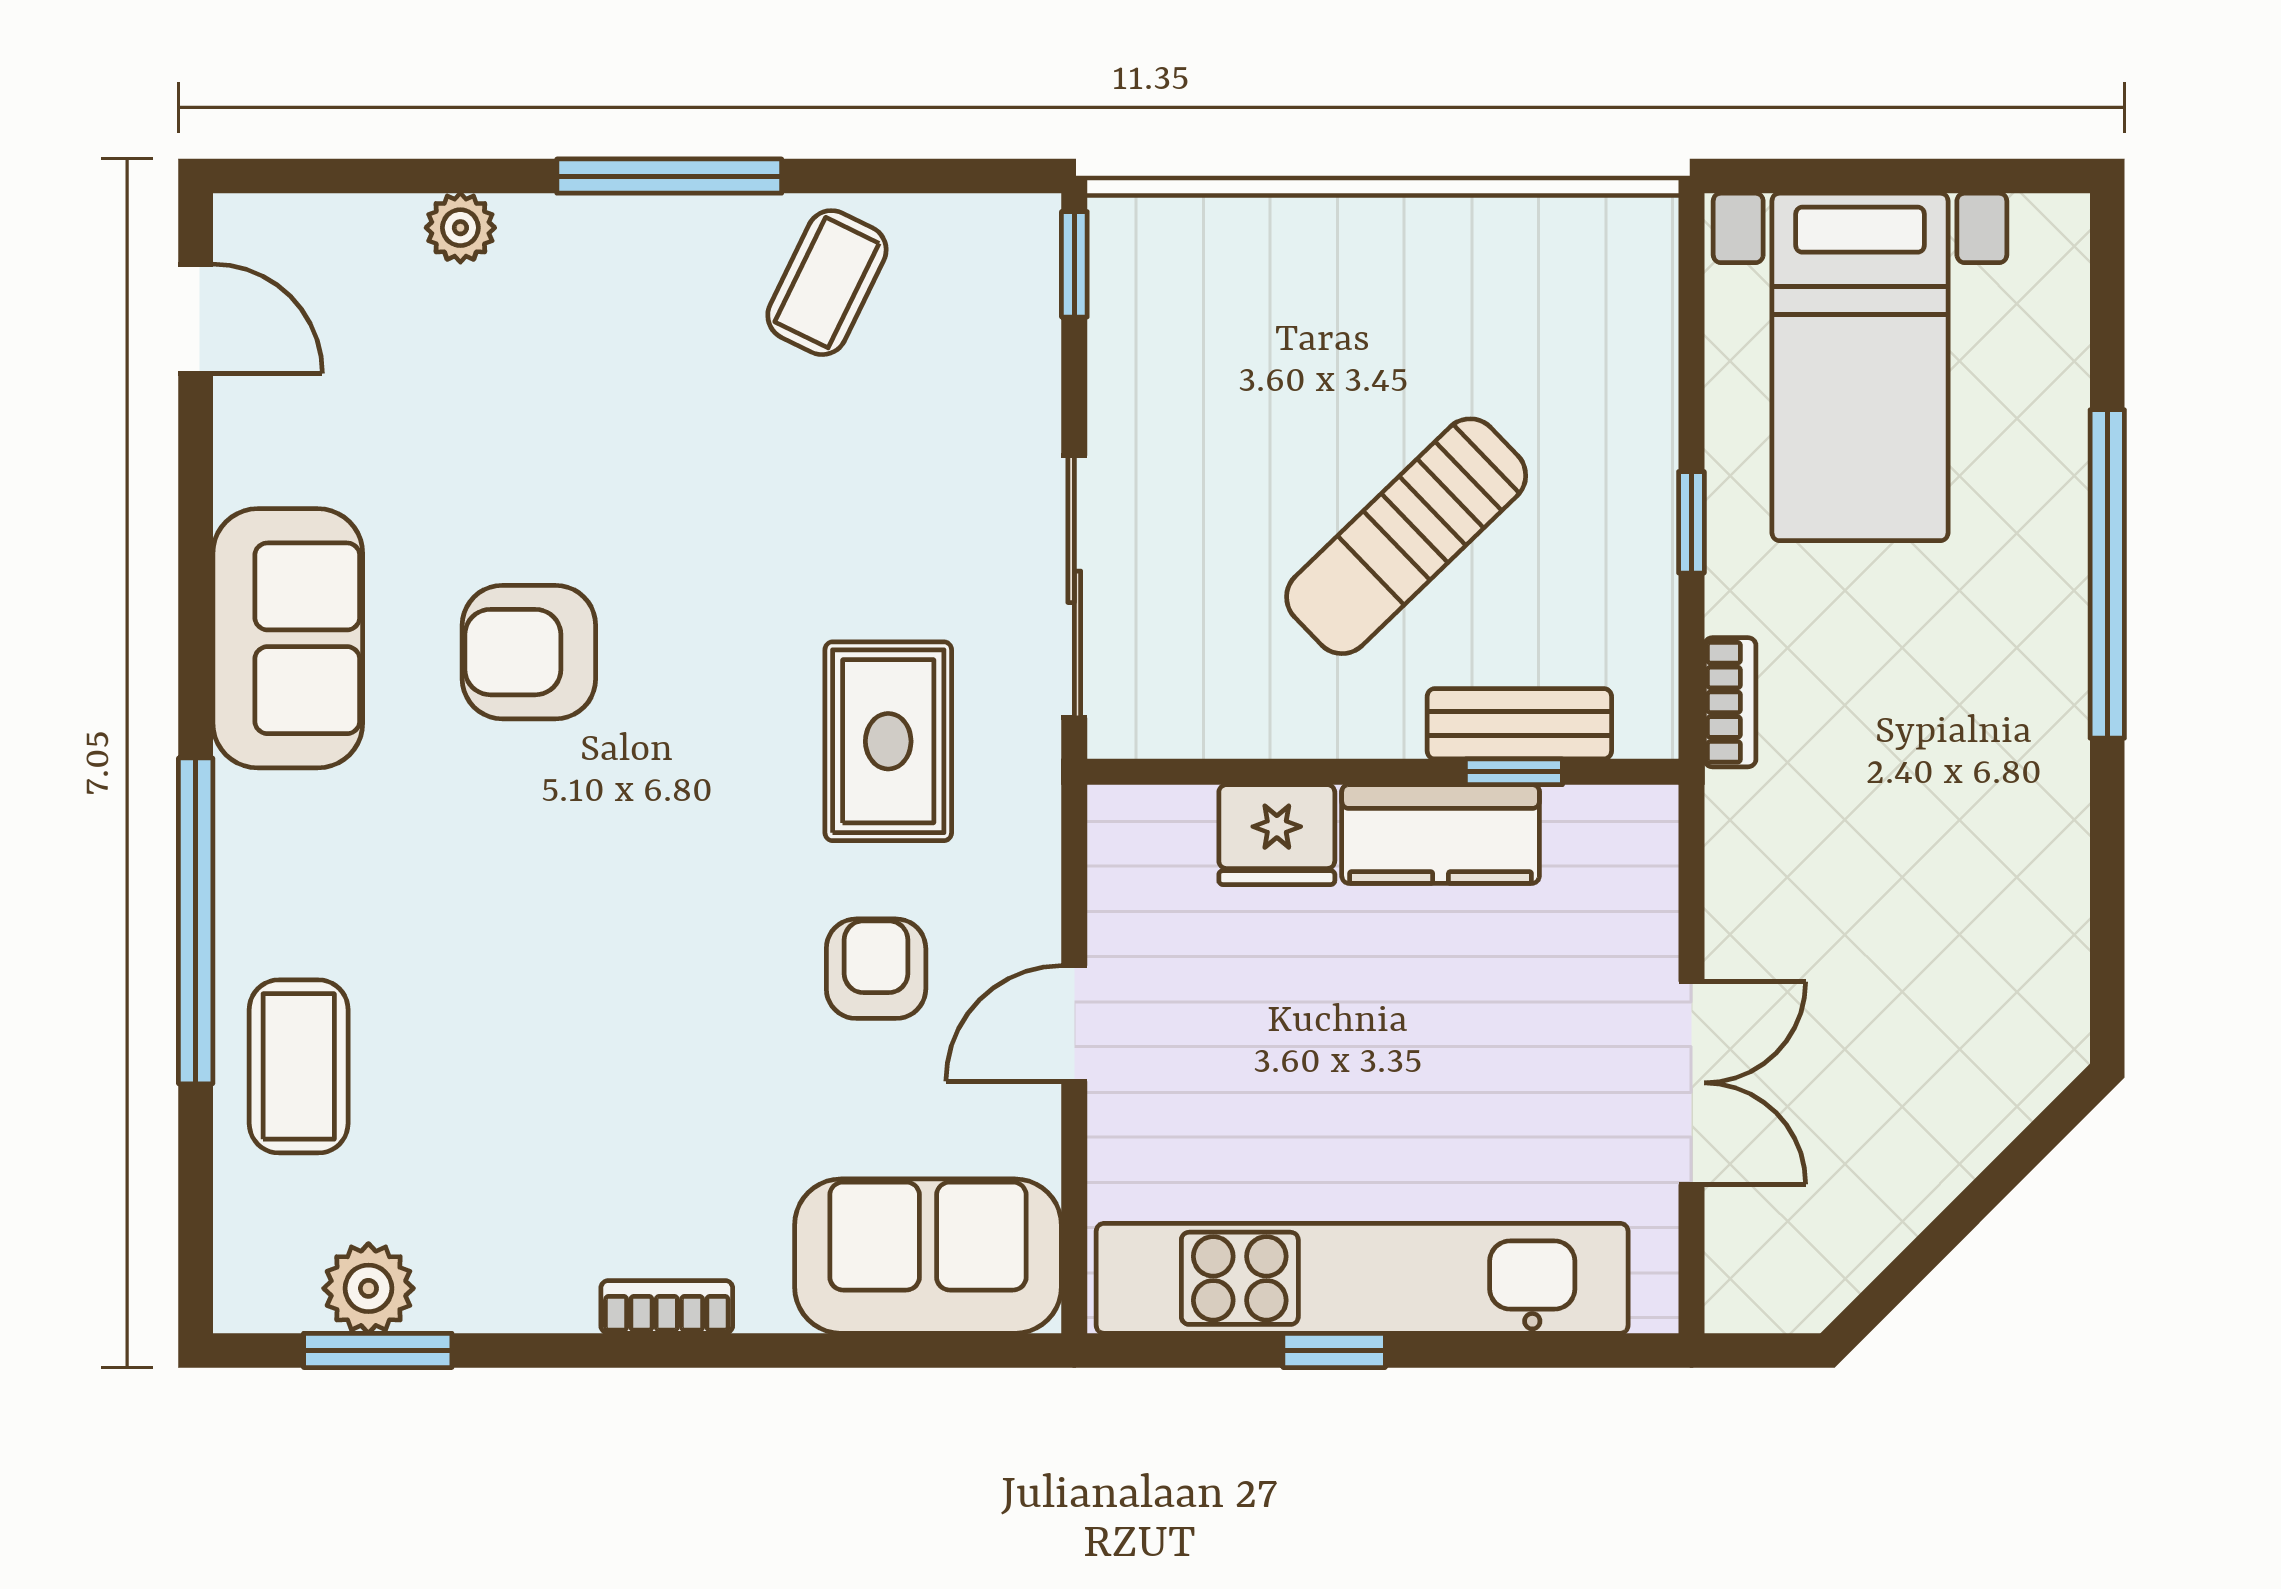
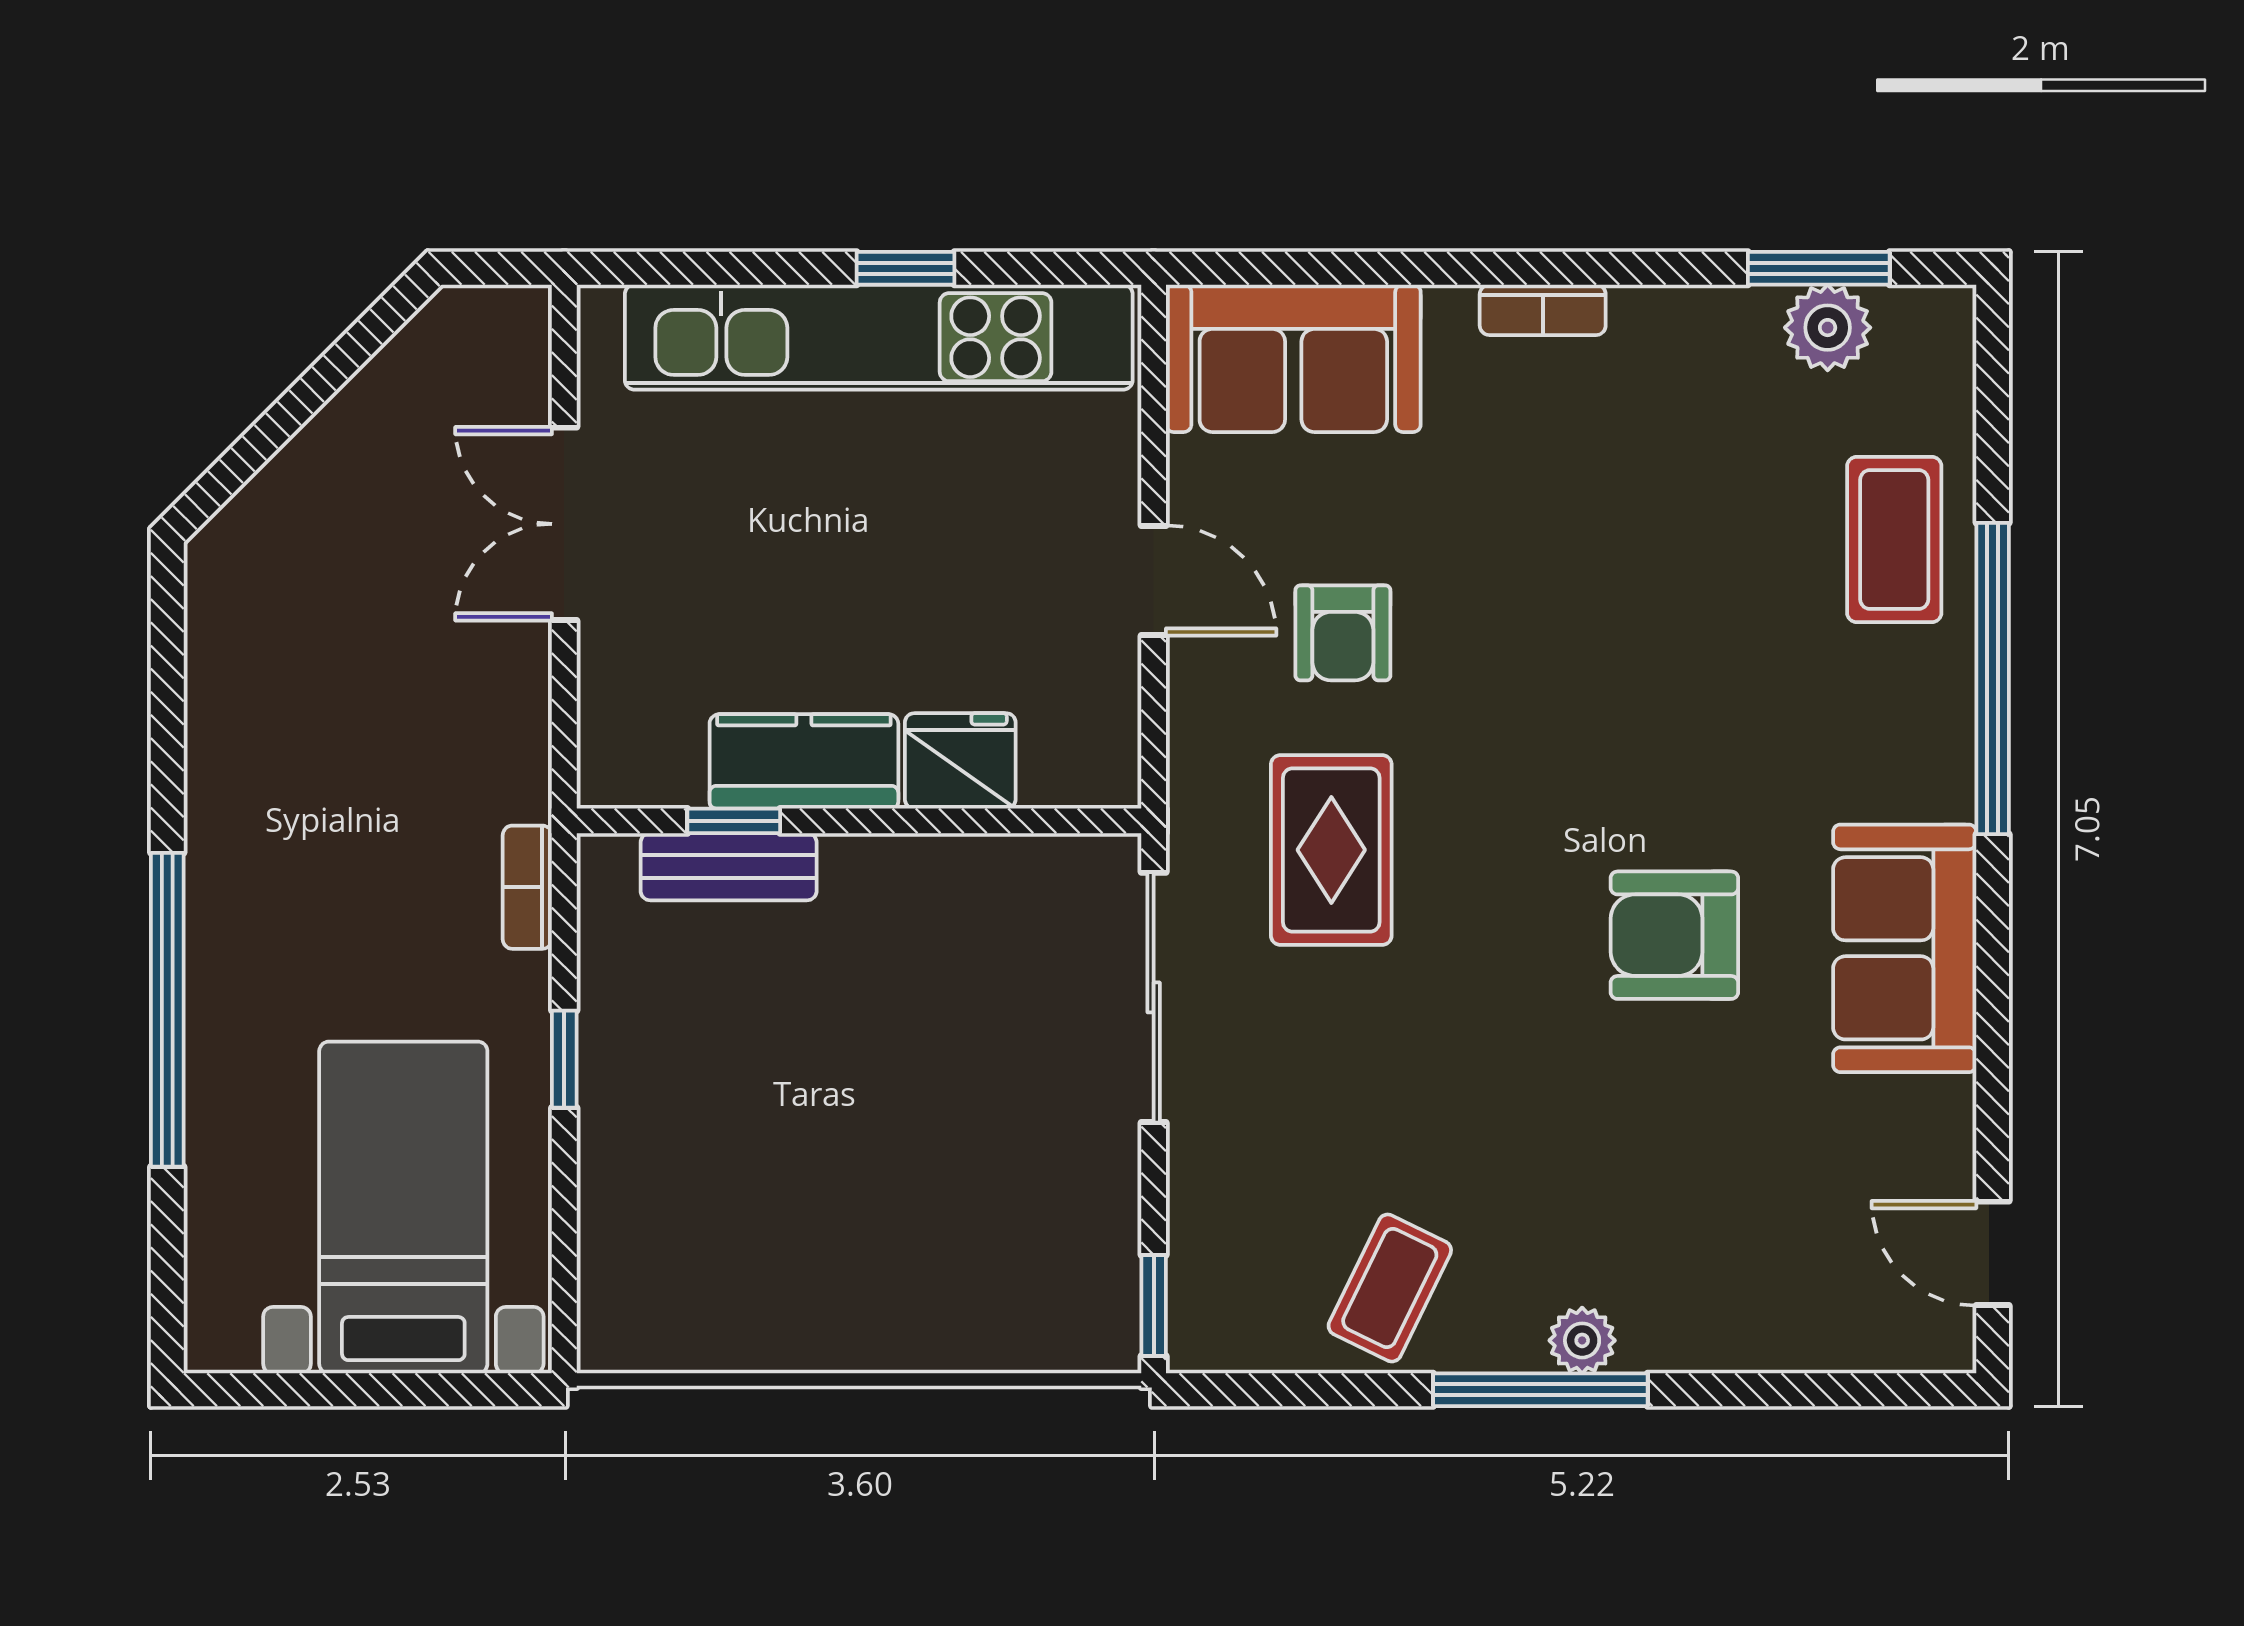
plant: (460, 228) -> (1582, 1340), moved
sun lounger: (1406, 536) -> (837, 1046), removed
armchair: (529, 652) -> (1674, 935), turned 180
door: (1074, 1023) -> (1154, 581), hinge flipped

